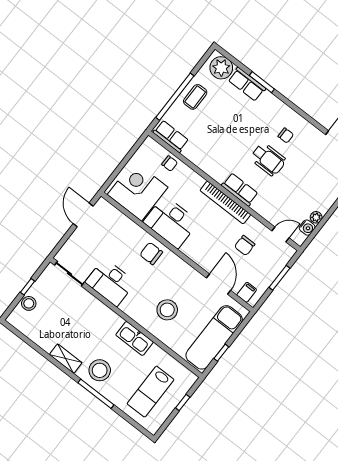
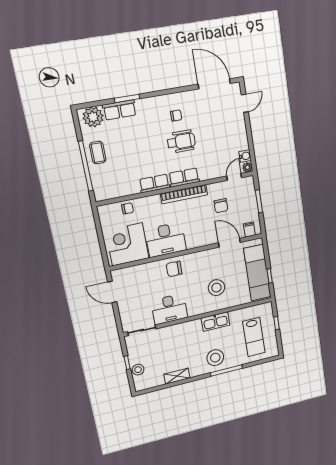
row of seats: (171, 136) -> (154, 184), moved
plant: (316, 217) -> (247, 167), moved
shelving: (66, 359) -> (177, 376), moved

